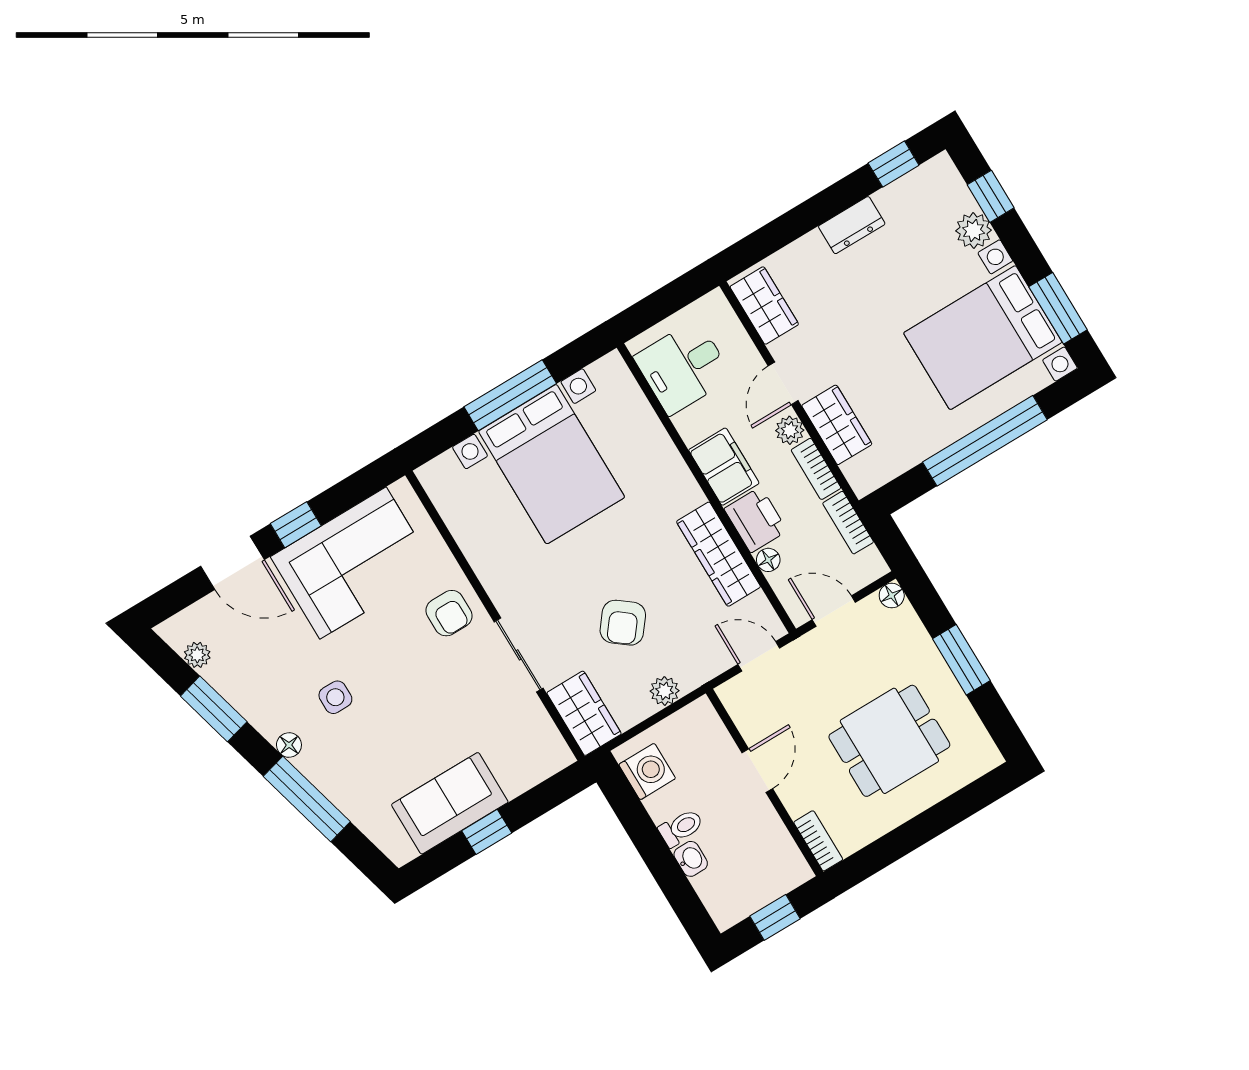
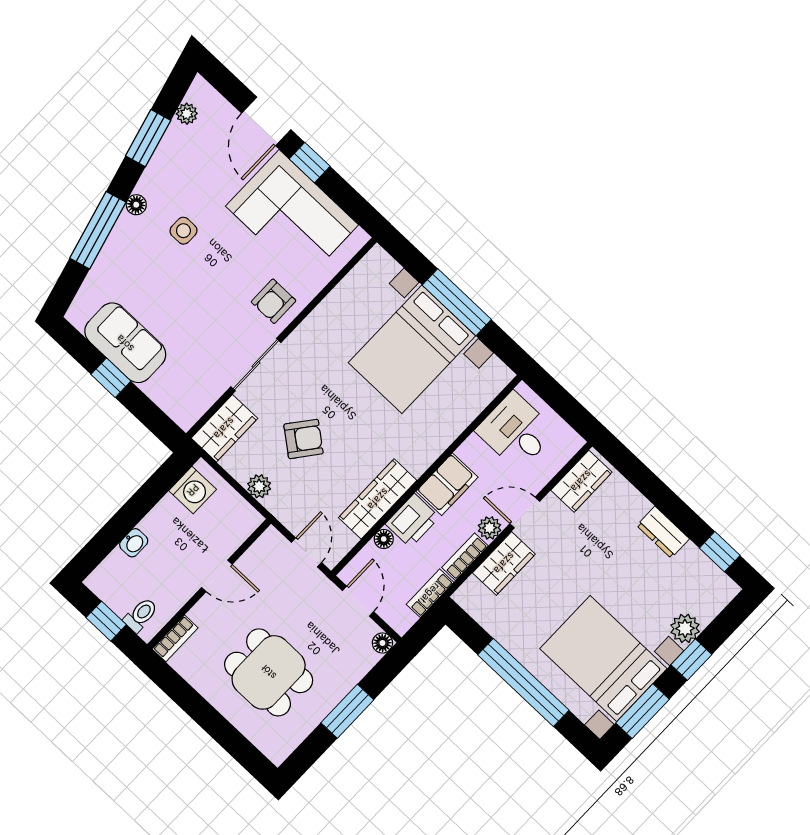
window: (991, 196) -> (691, 660), moved
armchair: (623, 623) -> (303, 439), turned 180
toilet: (681, 828) -> (141, 615), moved, turned -90

